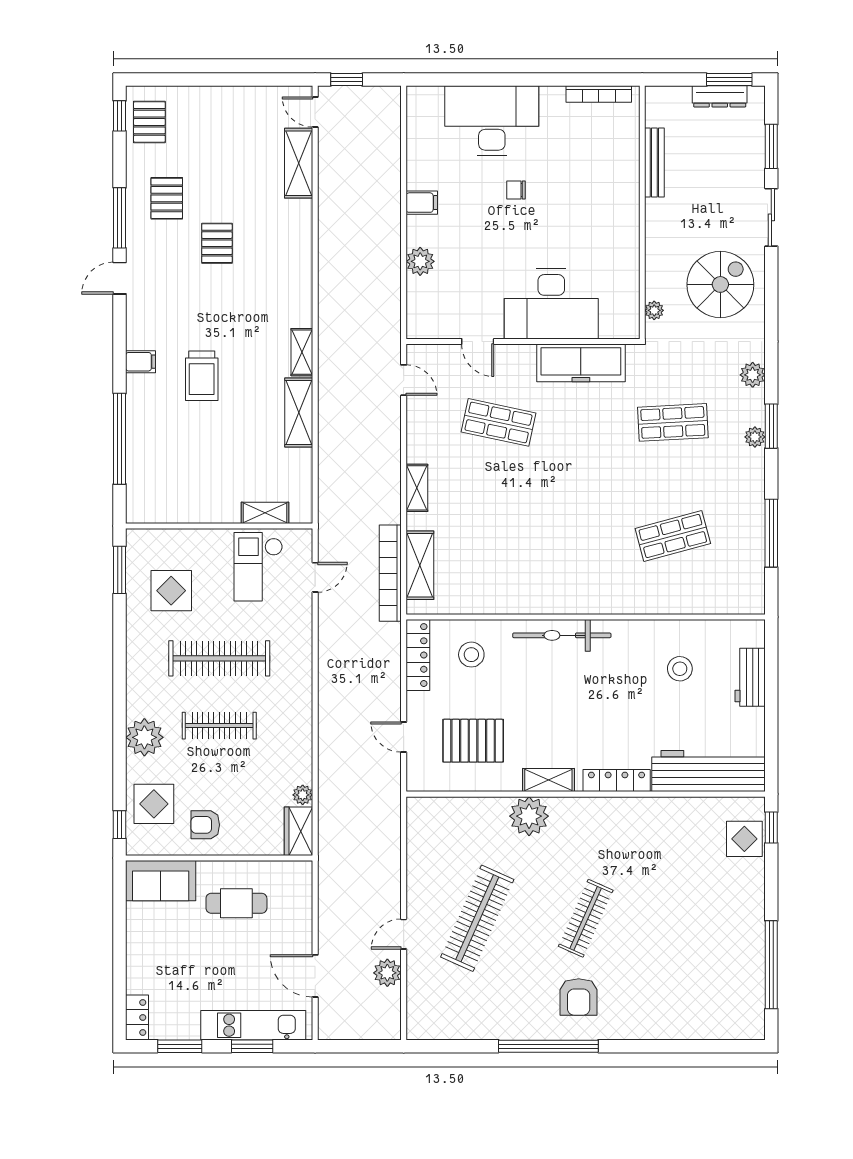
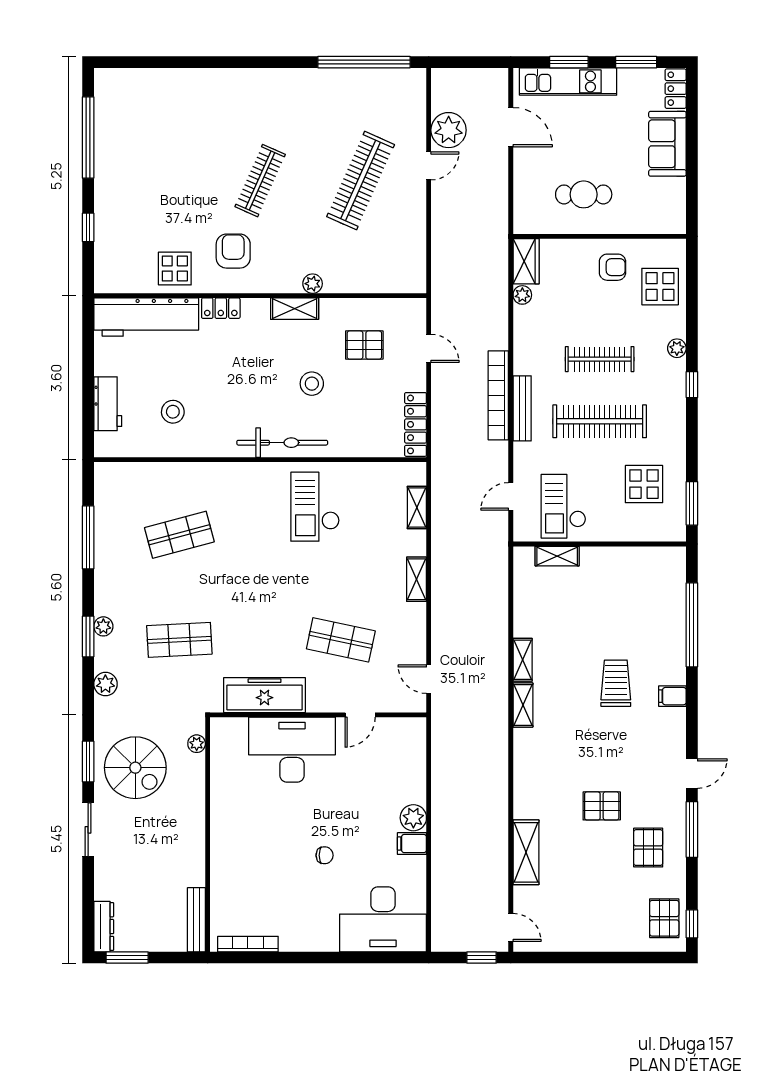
dresser: (720, 96) -> (104, 927), moved, turned 90
desk: (492, 121) -> (383, 919), moved
window: (771, 146) -> (88, 762), moved
shelving: (299, 163) -> (526, 852), moved
bench: (654, 163) -> (196, 920), moved
pallet: (217, 243) -> (602, 806), turned 90
plant: (420, 261) -> (413, 818), moved
spiral stairs: (720, 284) -> (135, 768), turned -90
door: (478, 341) -> (360, 715), swing flipped
shelving: (299, 412) -> (523, 660), width x0.67, depth x0.75
shelving: (420, 565) -> (417, 507), width x0.67, depth x0.75
checkout: (526, 566) -> (315, 507), added
checkout: (258, 567) -> (563, 506), turned 180
bookcase: (390, 573) -> (498, 395), moved, turned 180
stool: (471, 655) -> (312, 384), moved
bench: (303, 672) -> (522, 408), added
plant: (144, 737) -> (677, 348), width x0.53, depth x0.53
pallet: (473, 741) -> (364, 345), width x0.67, depth x0.71
locker: (617, 781) -> (221, 308), width x0.66
plant: (529, 816) -> (313, 284), width x0.53, depth x0.53
window: (120, 825) -> (692, 385), moved
window: (771, 828) -> (88, 227), moved
display table: (744, 839) -> (175, 268), moved
sofa: (161, 881) -> (667, 144), moved, turned -90
plant: (387, 973) -> (449, 130), width x1.36, depth x1.36
armchair: (579, 997) -> (233, 251), moved
window: (548, 1046) -> (364, 62), moved

